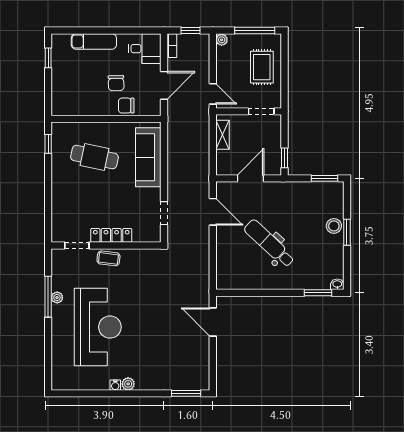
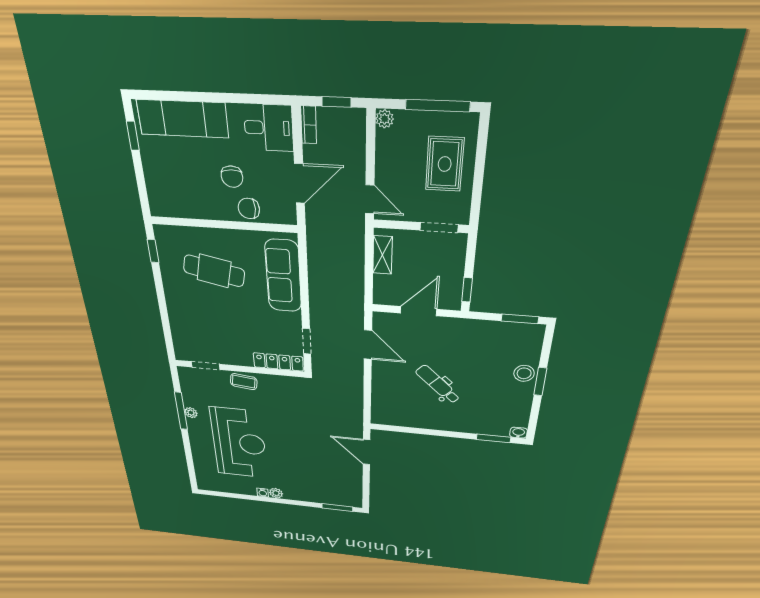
exam couch: (94, 41) -> (183, 119), width x1.36, depth x1.45
locker: (111, 235) -> (278, 362), moved
dental chair: (269, 243) -> (438, 384), width x0.73, depth x0.72

